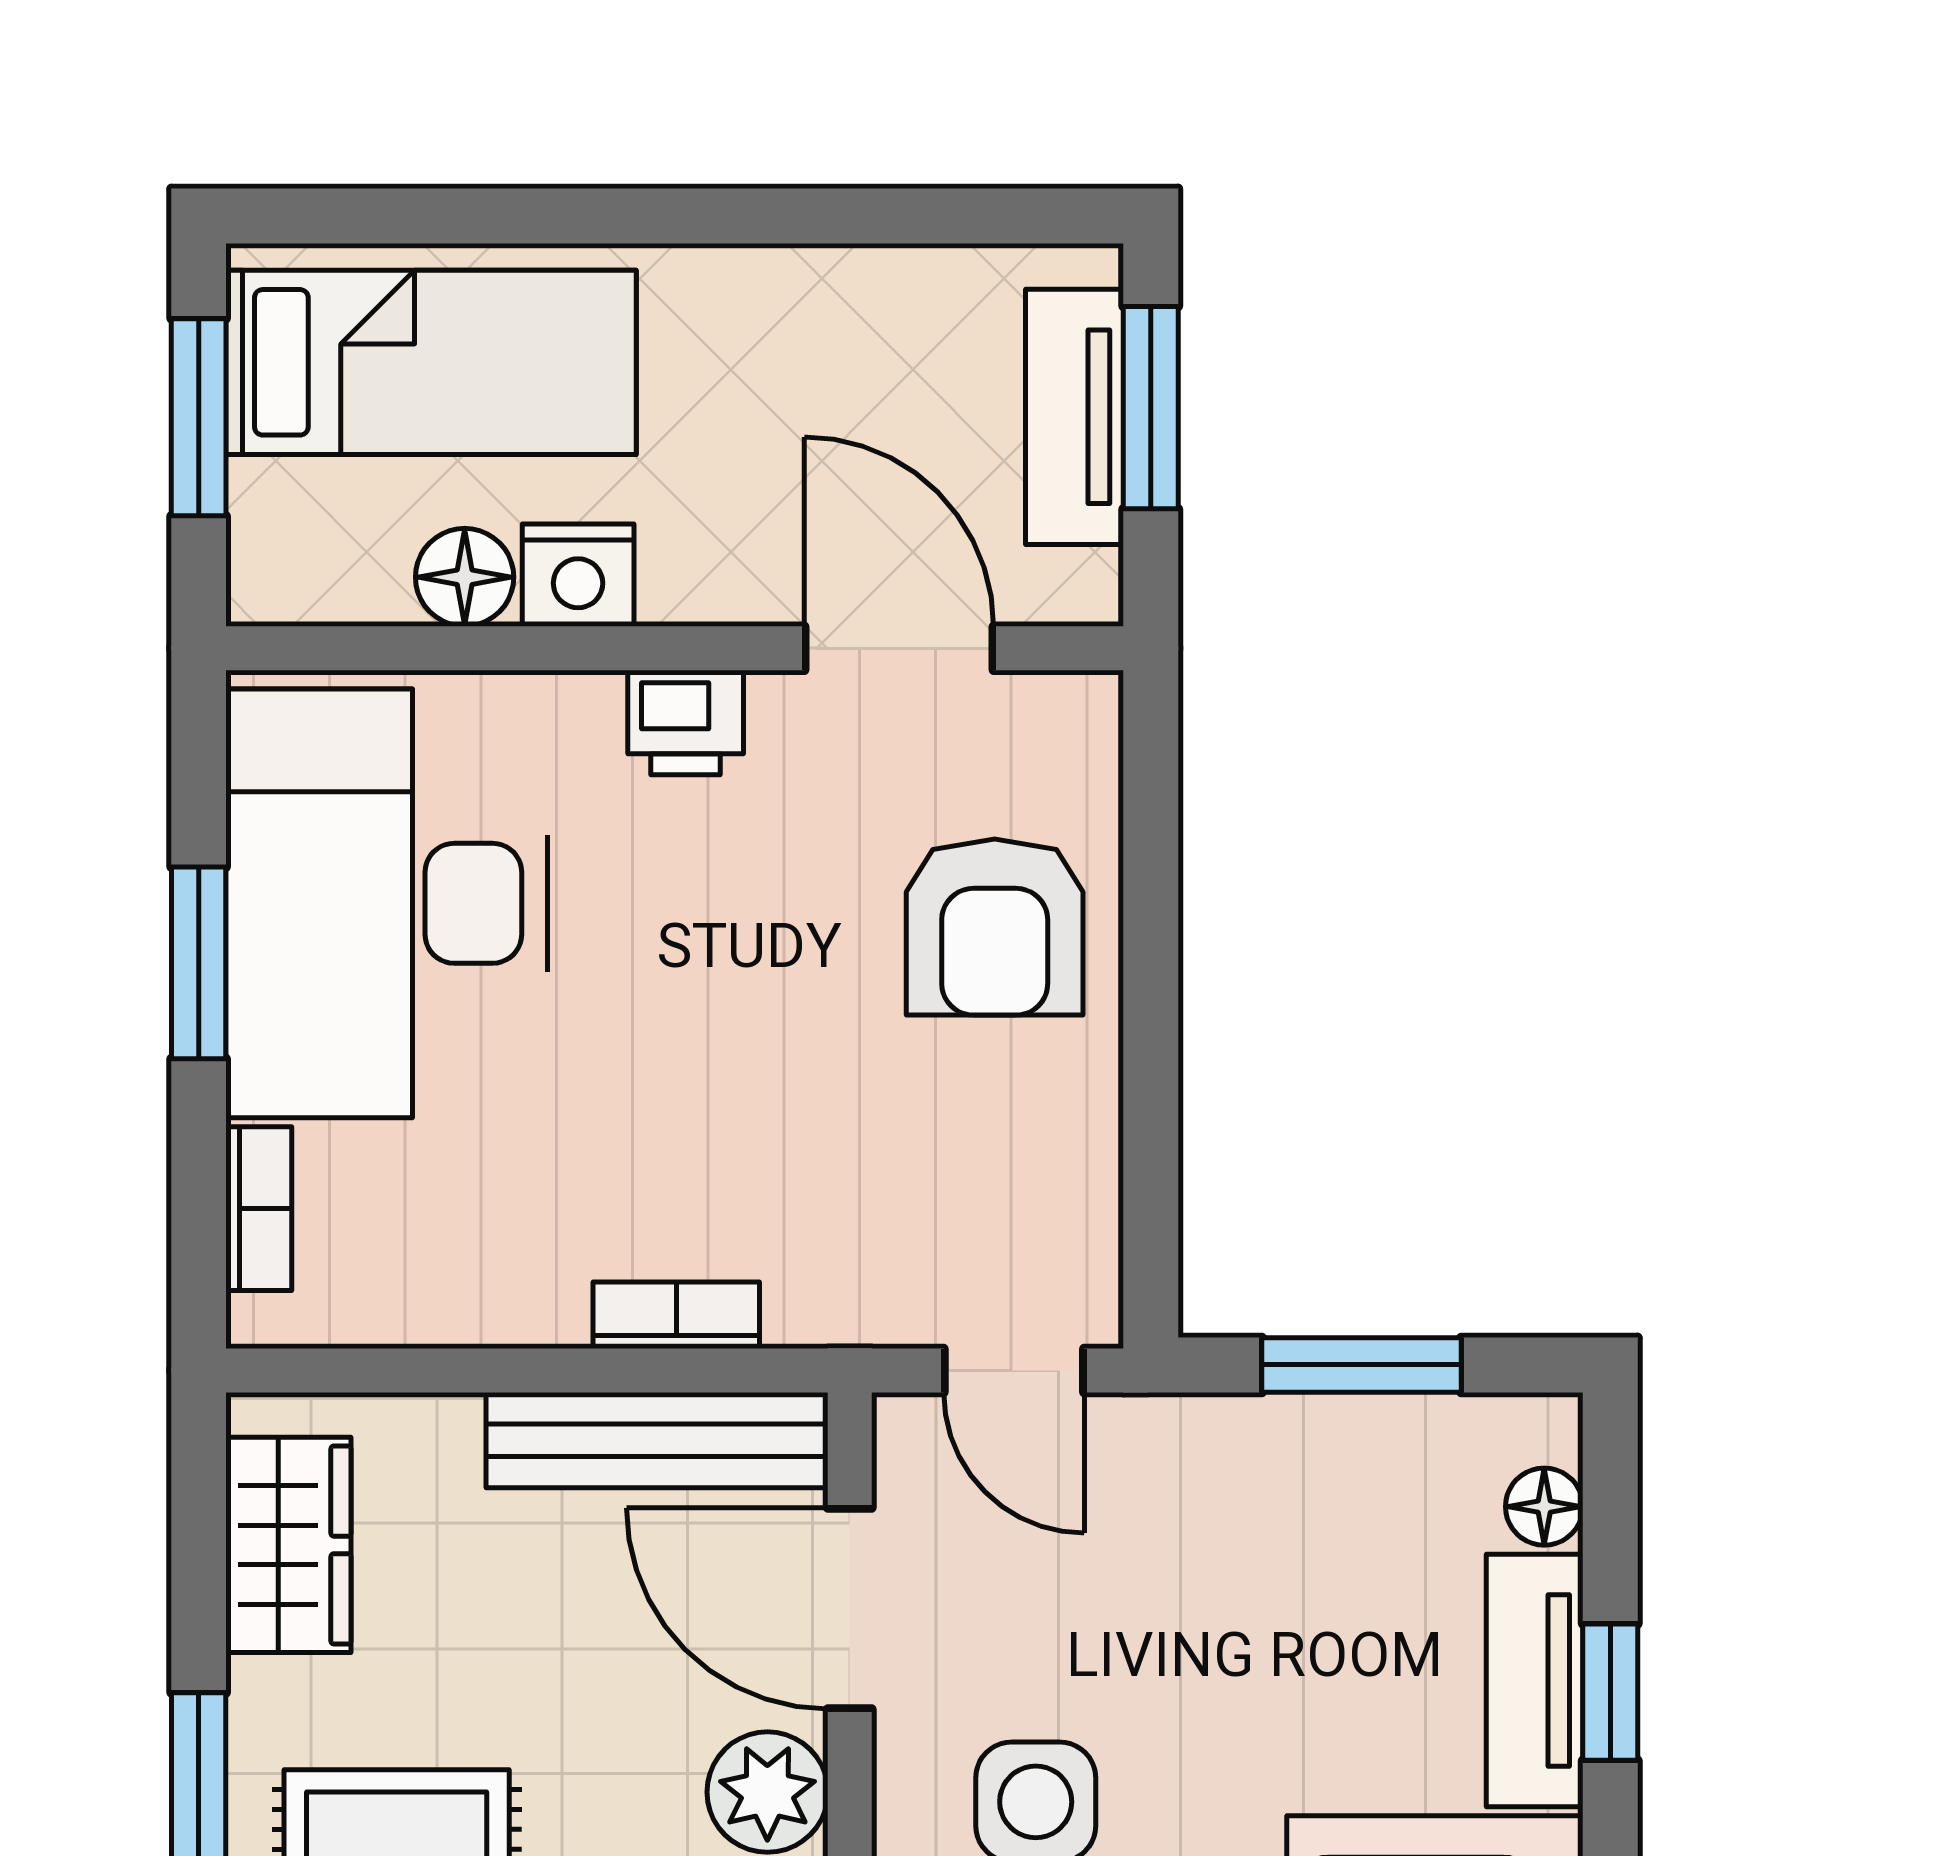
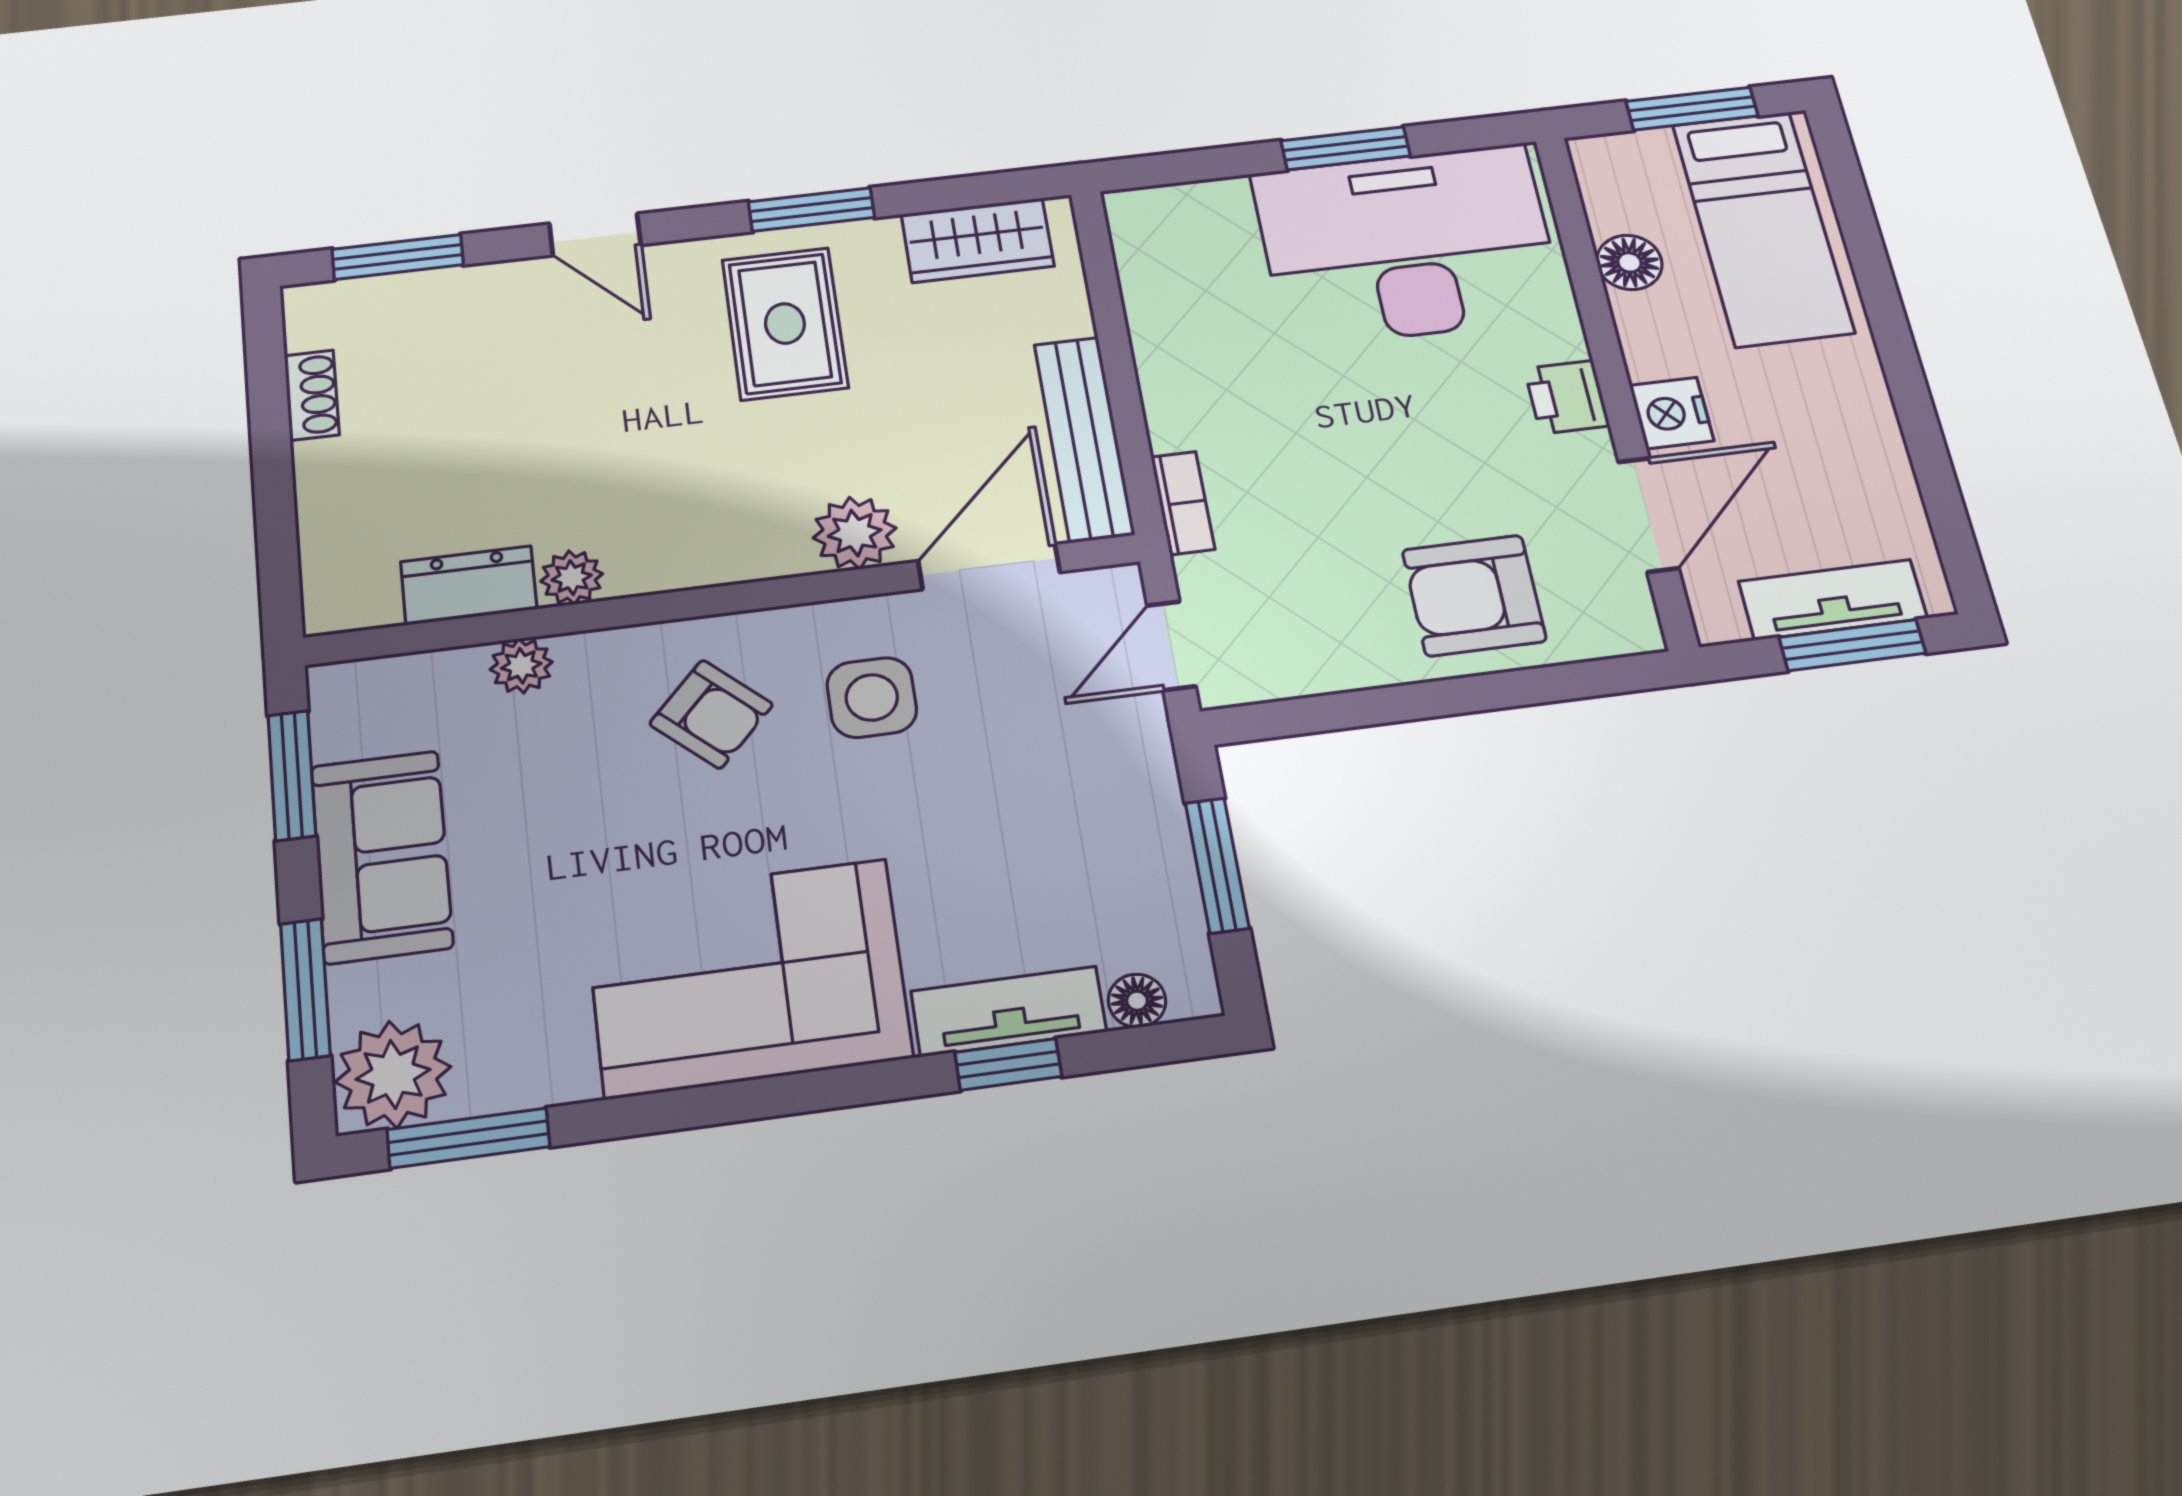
nightstand: (578, 575) -> (1672, 413), moved
bookcase: (259, 1209) -> (1194, 199), removed
bookcase: (676, 1315) -> (1183, 503), moved

